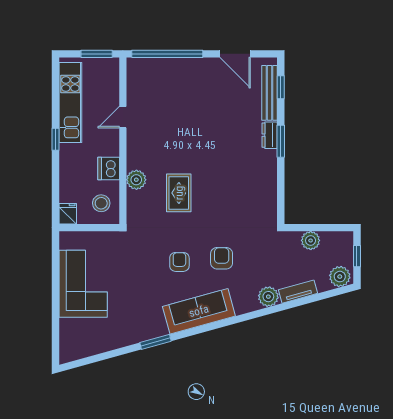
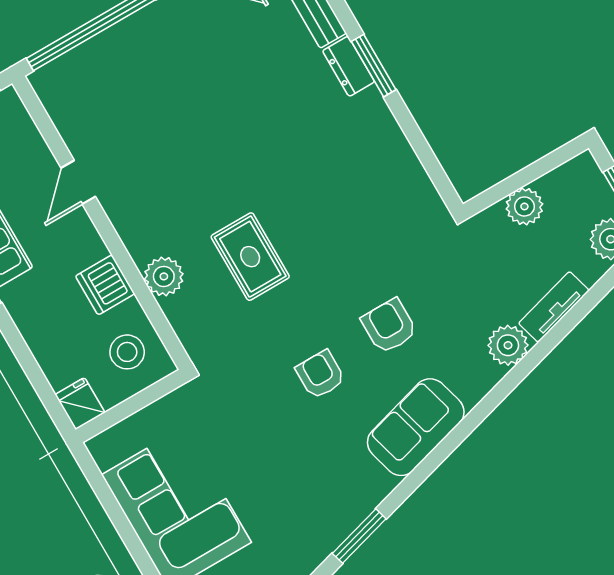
sofa: (199, 311) -> (416, 427), width x0.73

